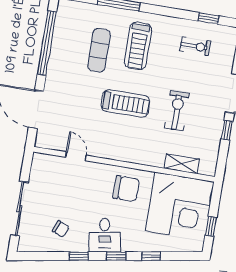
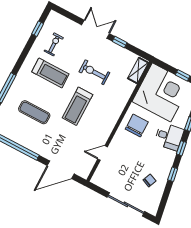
treadmill: (138, 46) -> (50, 73), moved
treadmill: (125, 103) -> (77, 106), turned 180
shelving: (182, 164) -> (138, 70), moved
desk: (105, 235) -> (169, 136), moved

